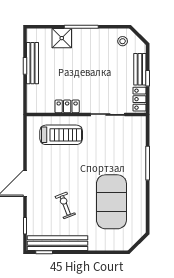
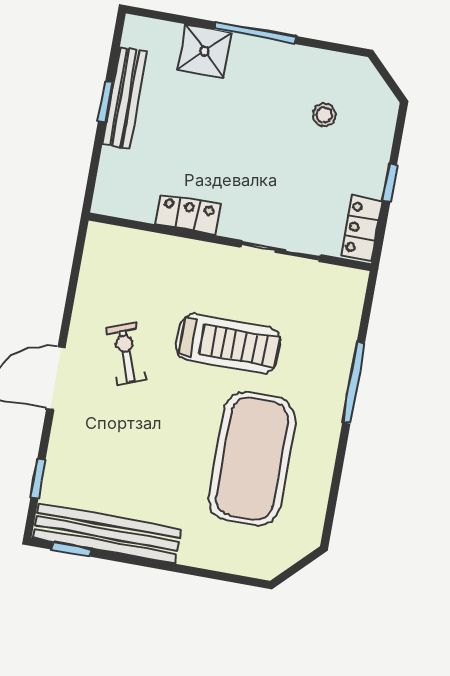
stool: (123, 41) -> (324, 115), moved
bench: (140, 69) -> (375, 158), removed
treadmill: (61, 135) -> (228, 344), moved
exercise bike: (65, 205) -> (126, 354), moved

